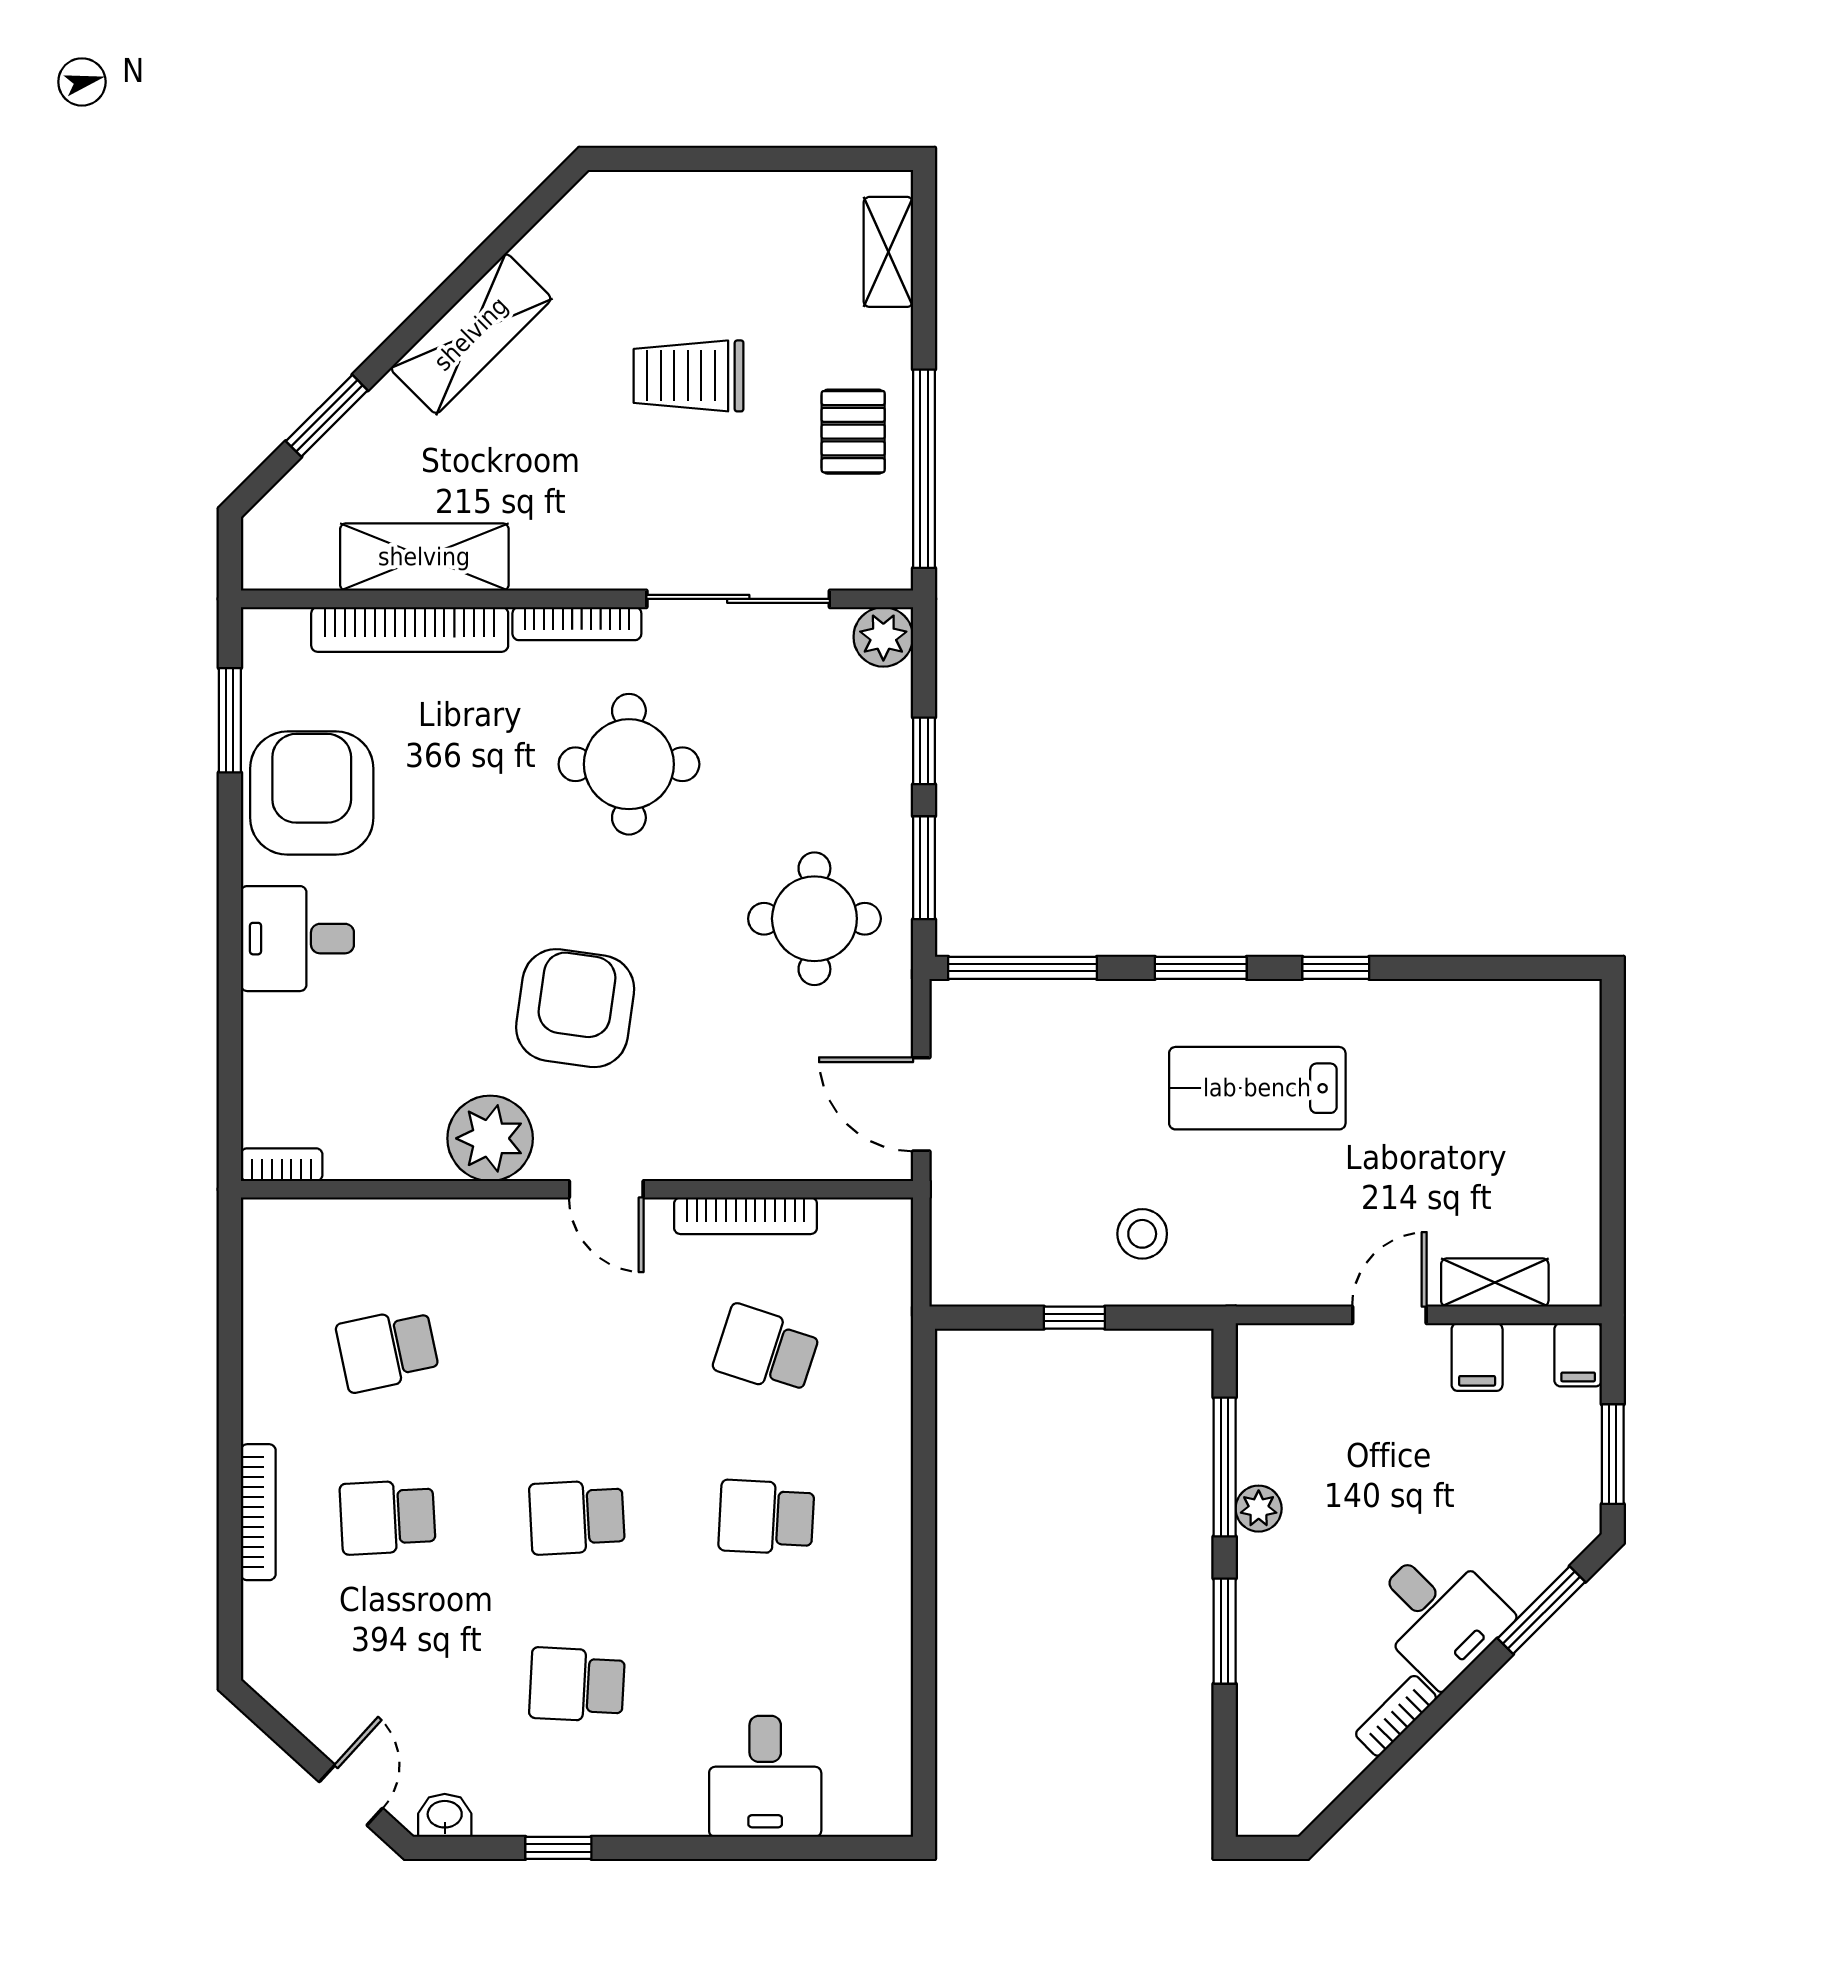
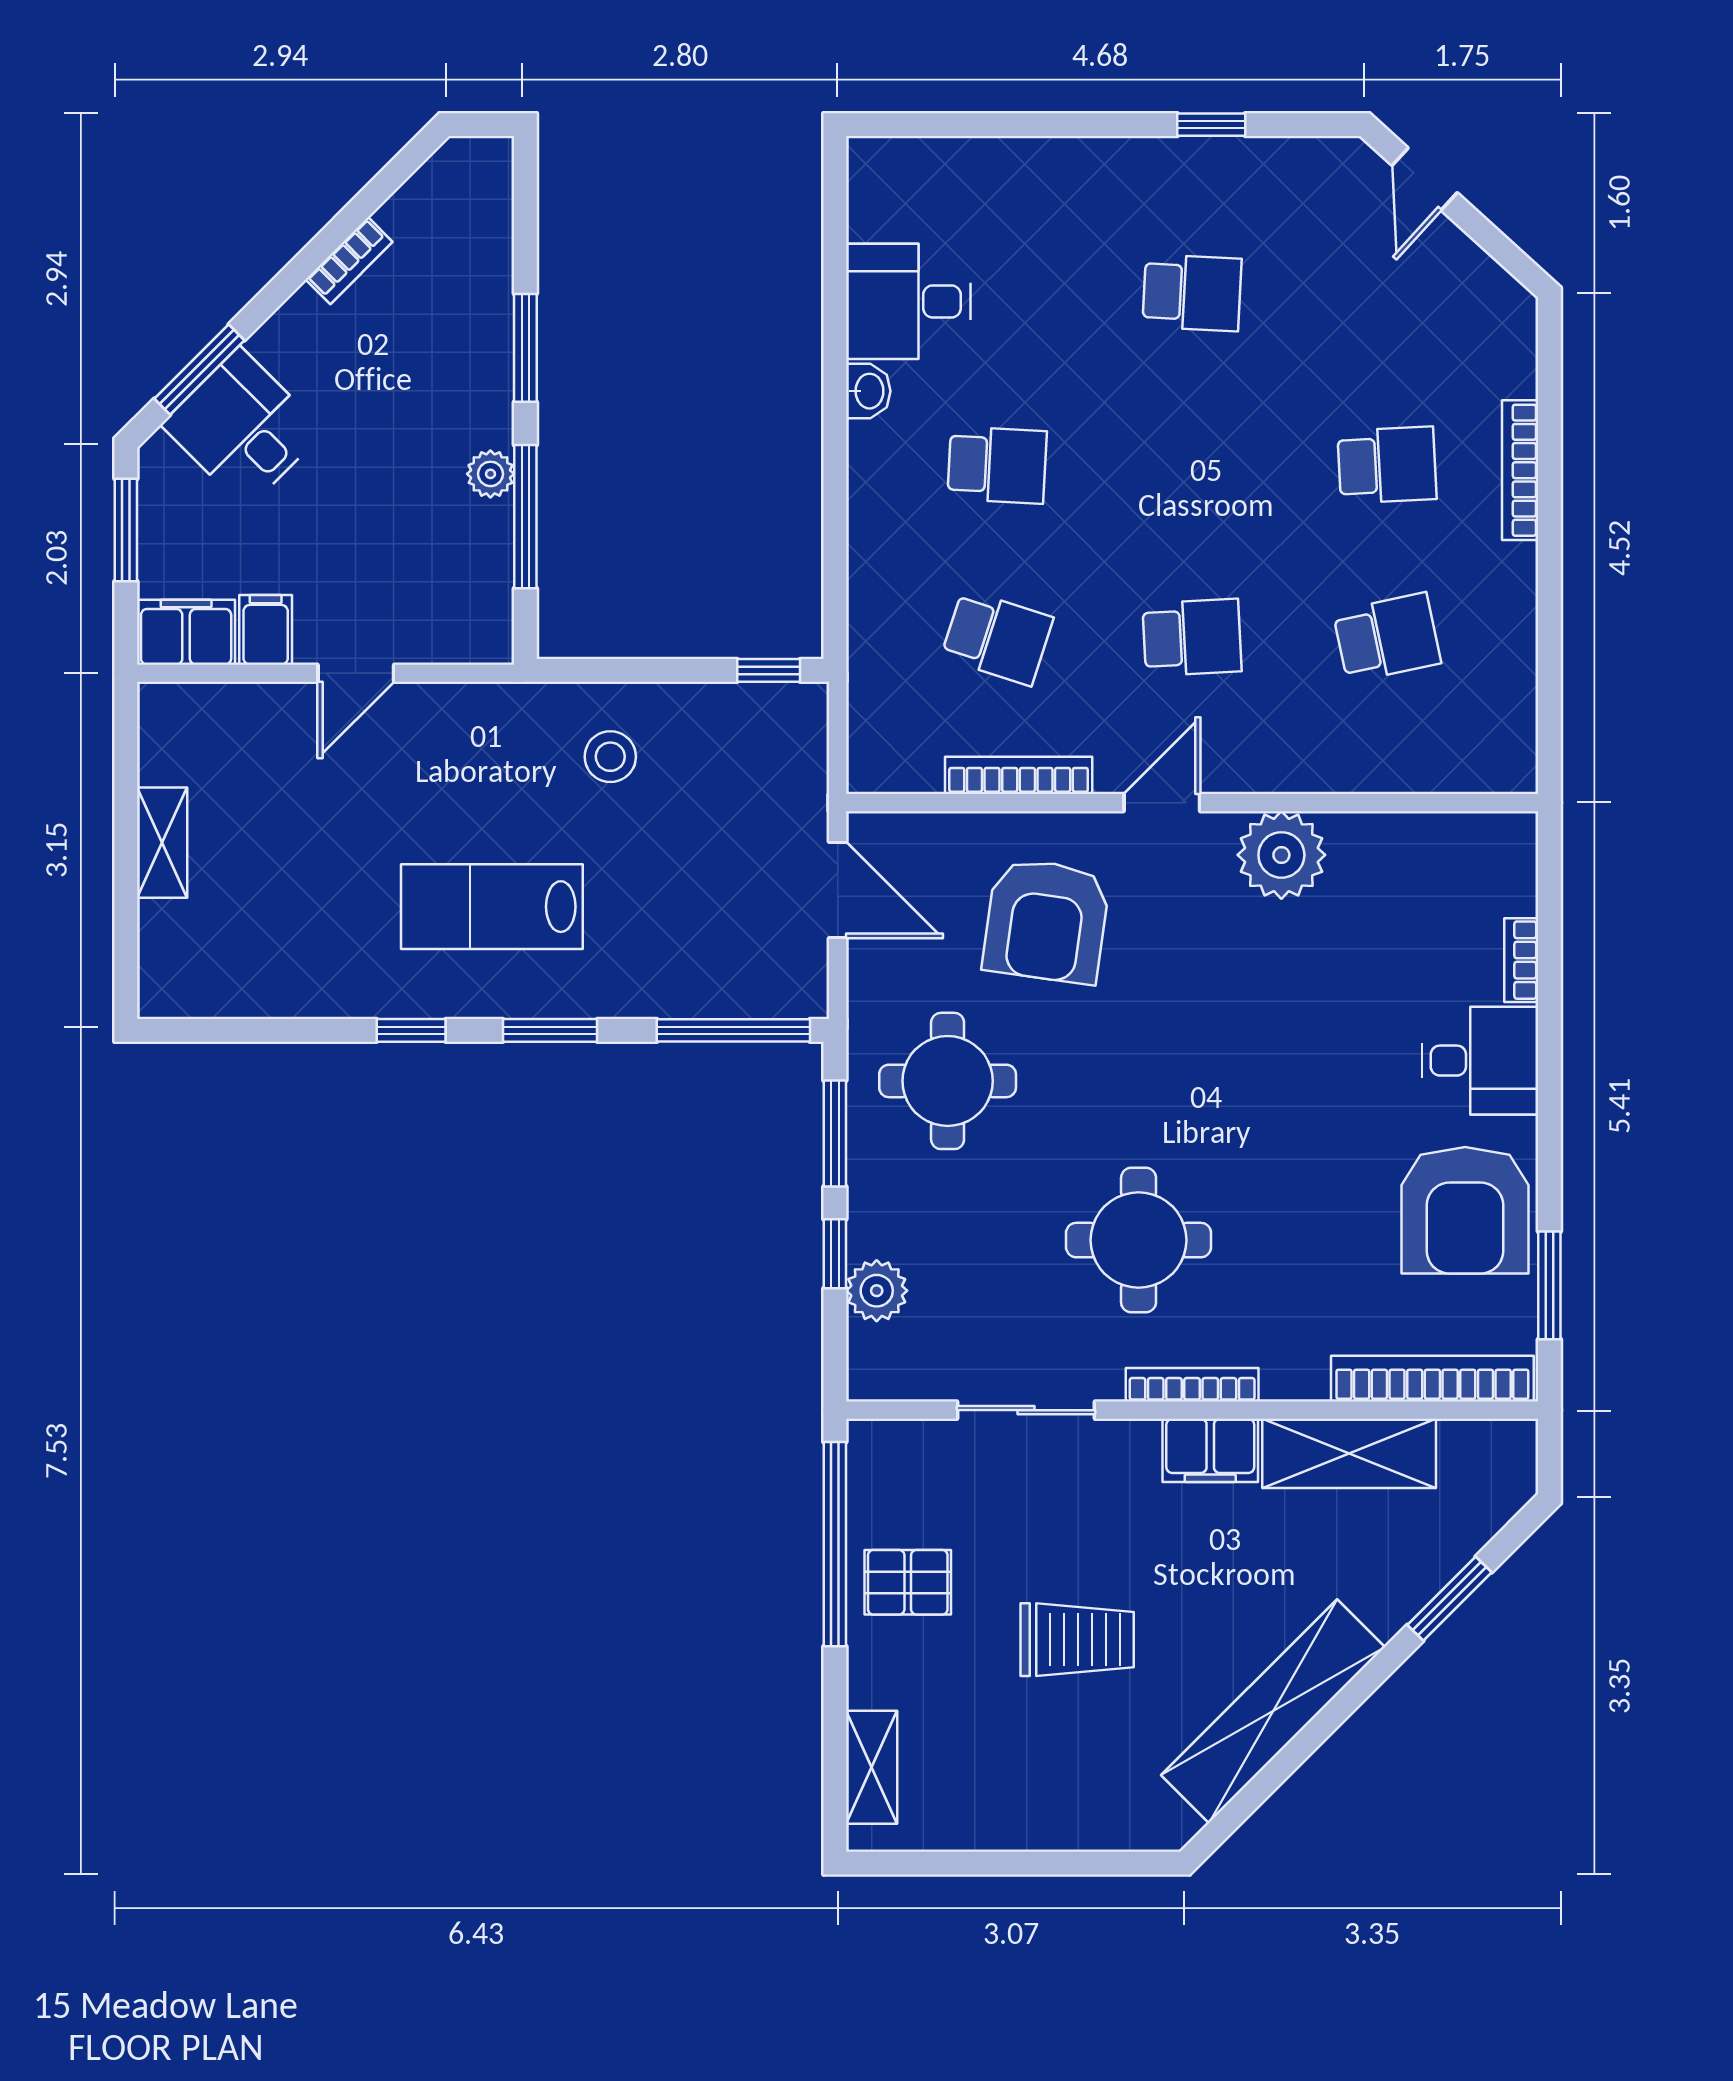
shelving: (471, 334) -> (1273, 1711), width x1.47
pallet: (853, 432) -> (908, 1582), turned 90
filing cabinet: (559, 560) -> (1210, 1450), added
sliding door: (738, 599) -> (1026, 1410), width x0.73
bookcase: (410, 629) -> (1432, 1379), moved
plant: (883, 637) -> (877, 1291), moved
armchair: (575, 1008) -> (1046, 921), moved
lab bench: (1257, 1088) -> (492, 907), turned 180
bookcase: (282, 1165) -> (1521, 960), moved, turned 90
door: (606, 1189) -> (1162, 803), hinge flipped
shelving: (1495, 1283) -> (162, 843), moved, turned 90
window: (1074, 1318) -> (769, 670), moved
filing cabinet: (1578, 1355) -> (186, 632), width x2.00
school desk: (577, 1517) -> (1192, 637), moved
desk: (1438, 1614) -> (243, 428), moved
desk: (765, 1776) -> (908, 301), moved, turned -90
washbasin: (445, 1815) -> (868, 391), moved, turned -90

